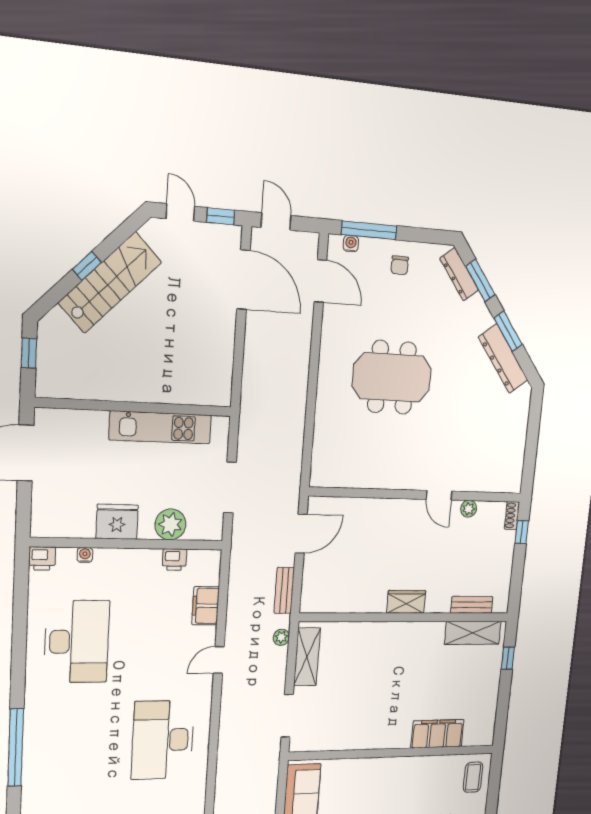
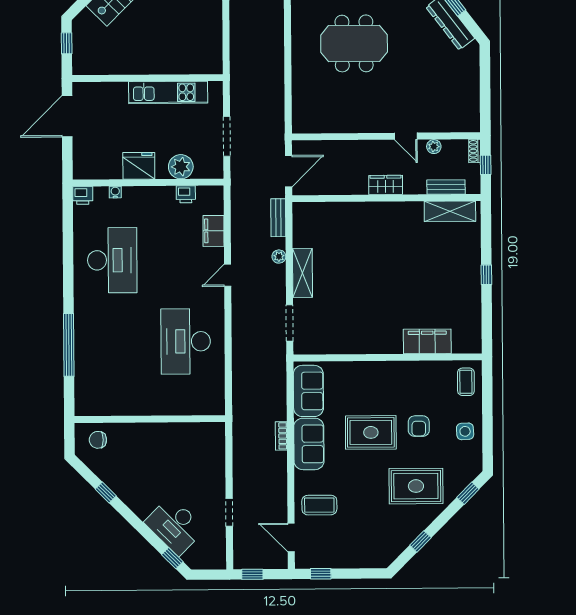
wardrobe: (406, 602) -> (386, 185), moved
bench: (472, 605) -> (446, 187), moved
wall: (406, 617) -> (386, 198), moved
shelving: (473, 633) -> (450, 211), moved

